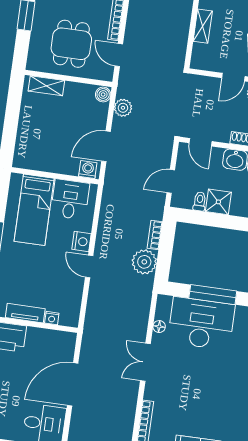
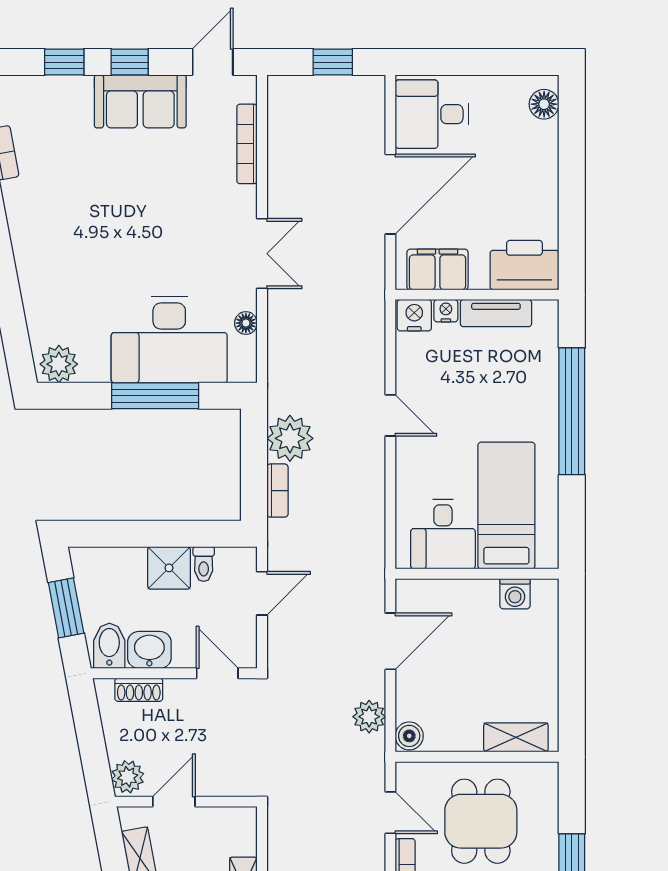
washing machine: (88, 170) -> (515, 594), moved
nightstand: (81, 242) -> (414, 315), moved, turned 90
filing cabinet: (53, 341) -> (437, 269), added

